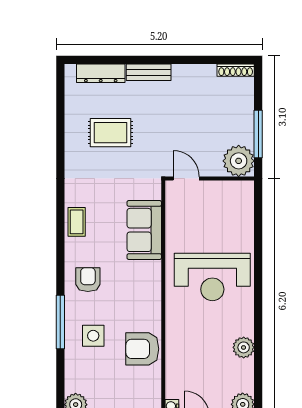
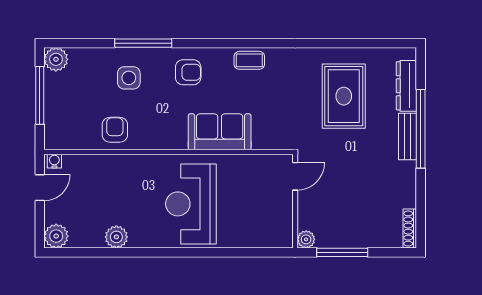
window: (141, 60) -> (421, 129), added
rug: (110, 133) -> (344, 96), width x1.36, depth x1.43
plant: (239, 161) -> (306, 239), width x0.53, depth x0.53
sofa: (144, 230) -> (220, 132), moved
armchair: (142, 349) -> (115, 130), width x0.72, depth x0.72

